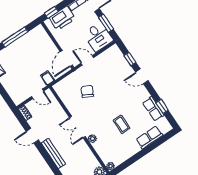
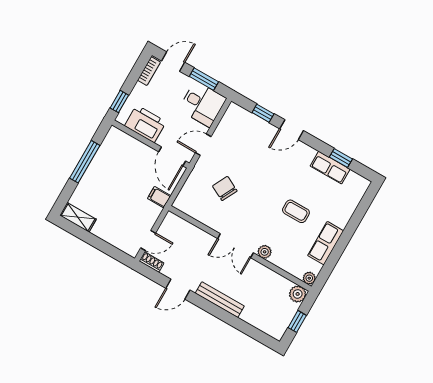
printer: (62, 18) -> (145, 124), moved, turned -90
door: (38, 94) -> (148, 240), moved
row of seats: (149, 137) -> (326, 243), moved

